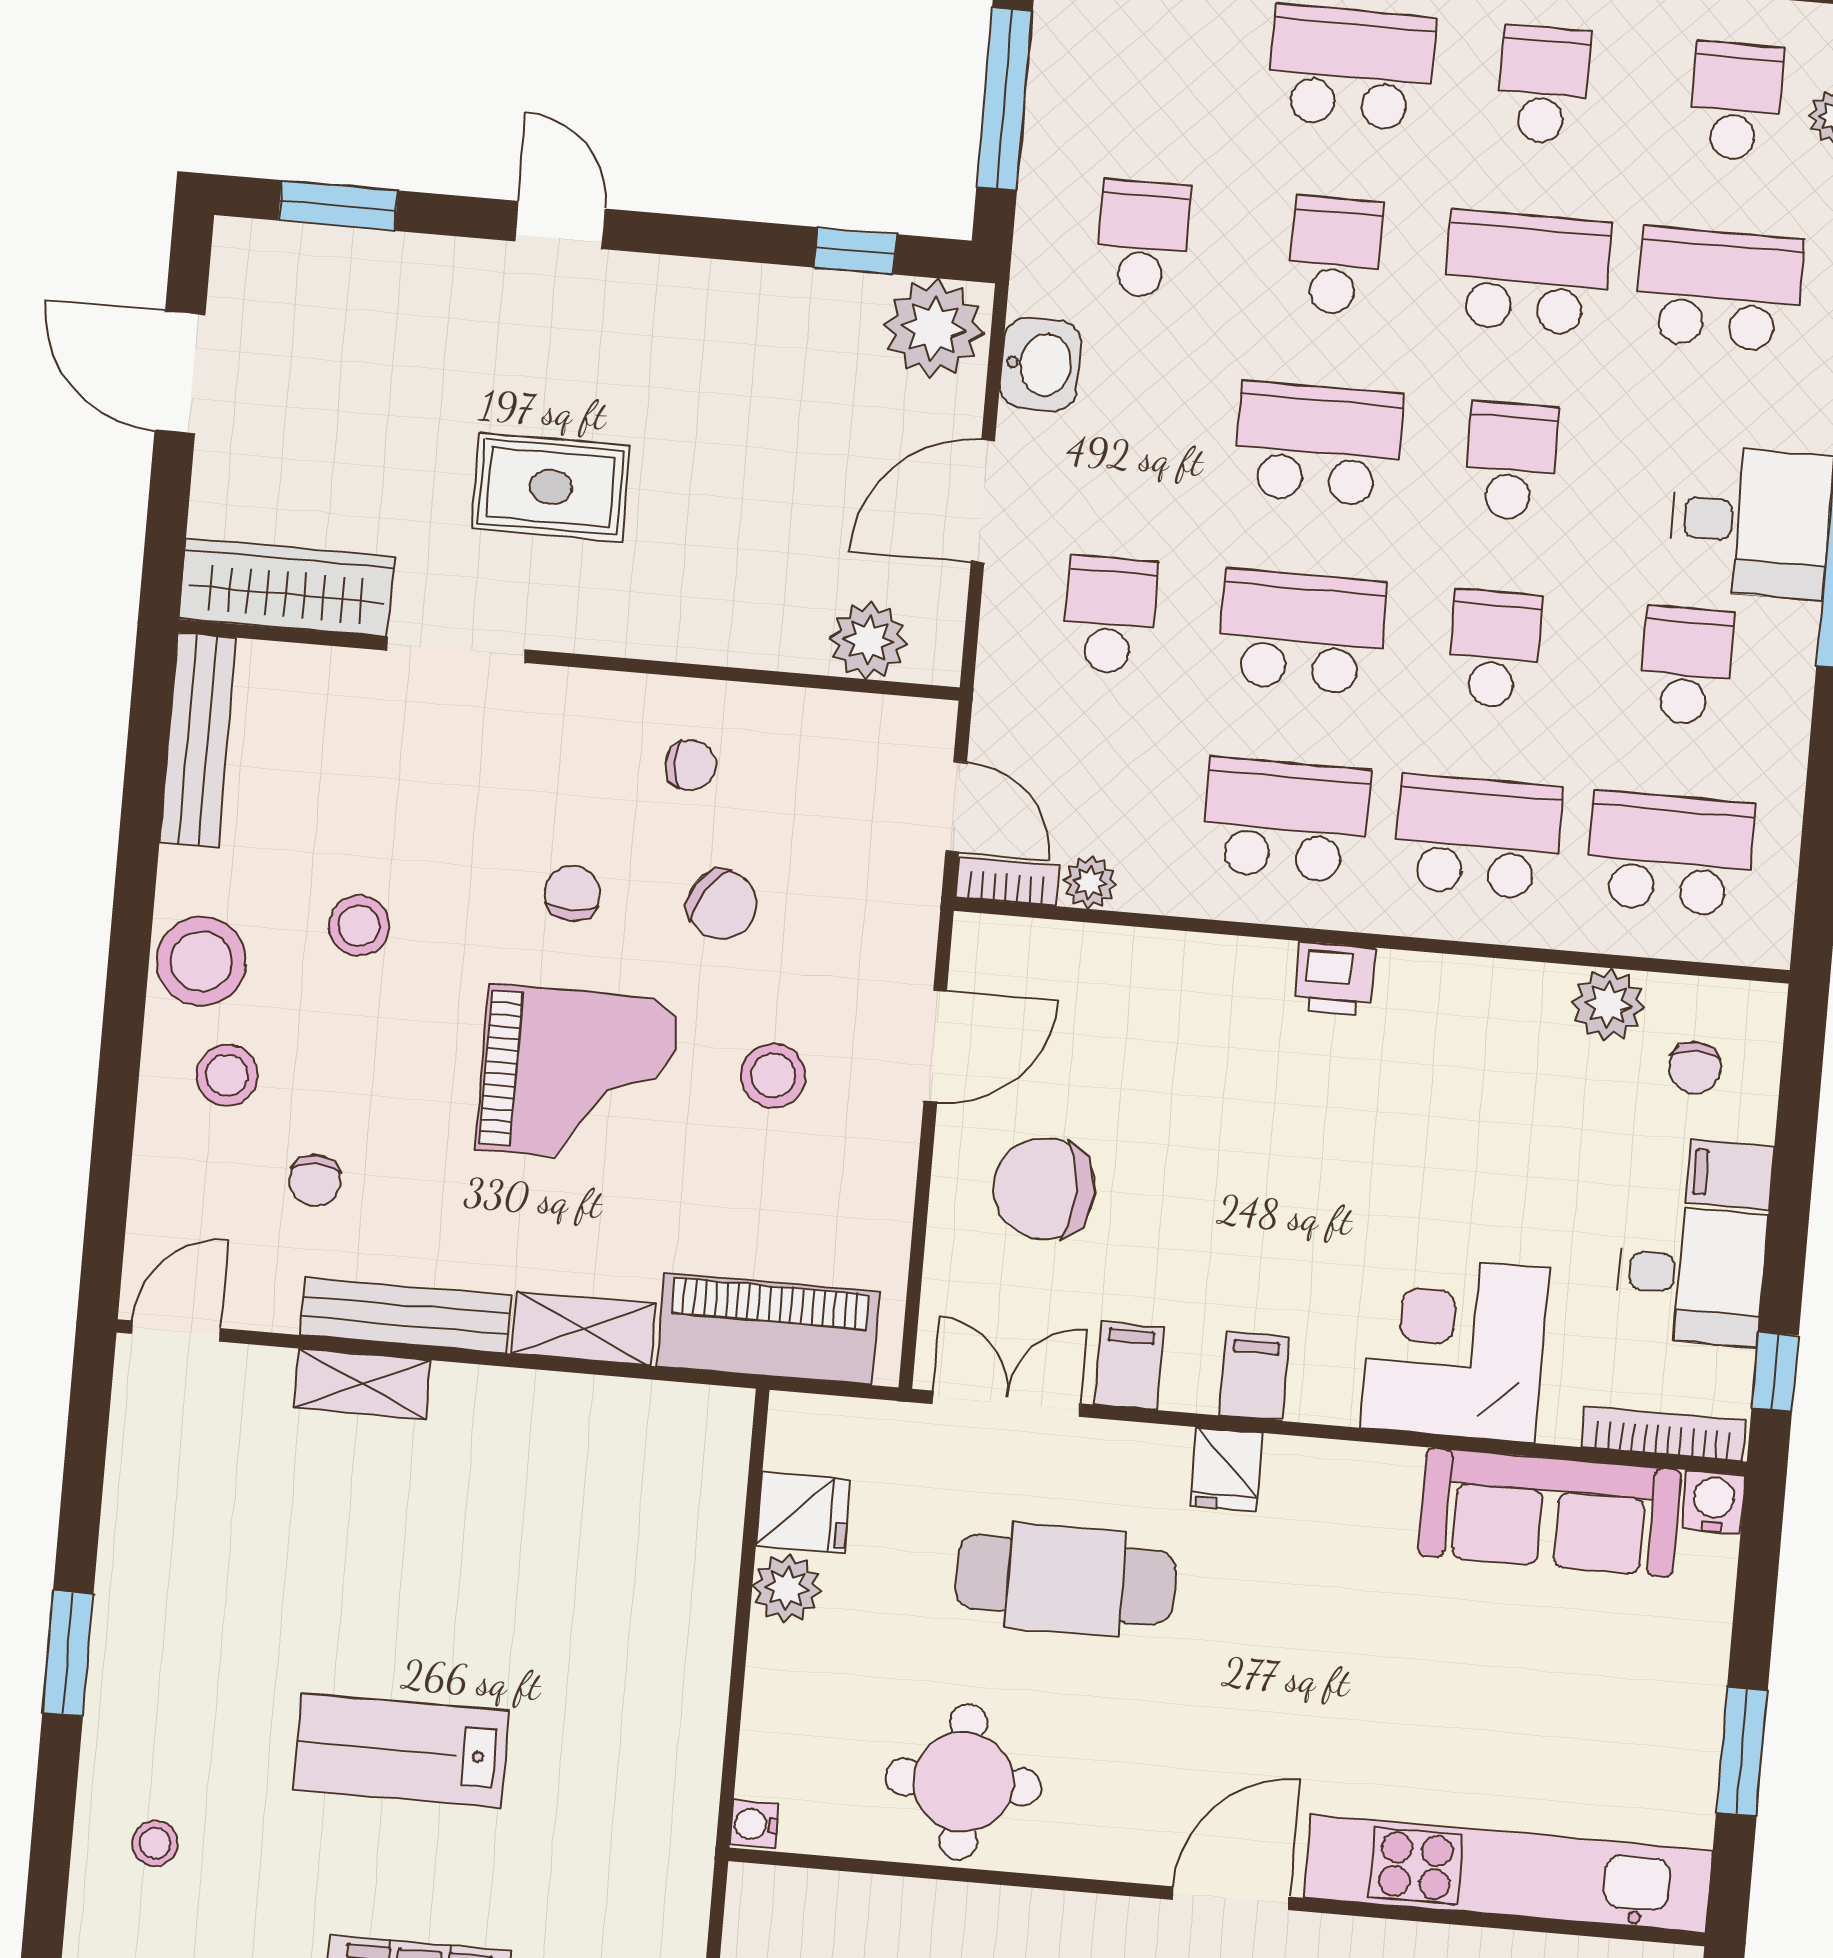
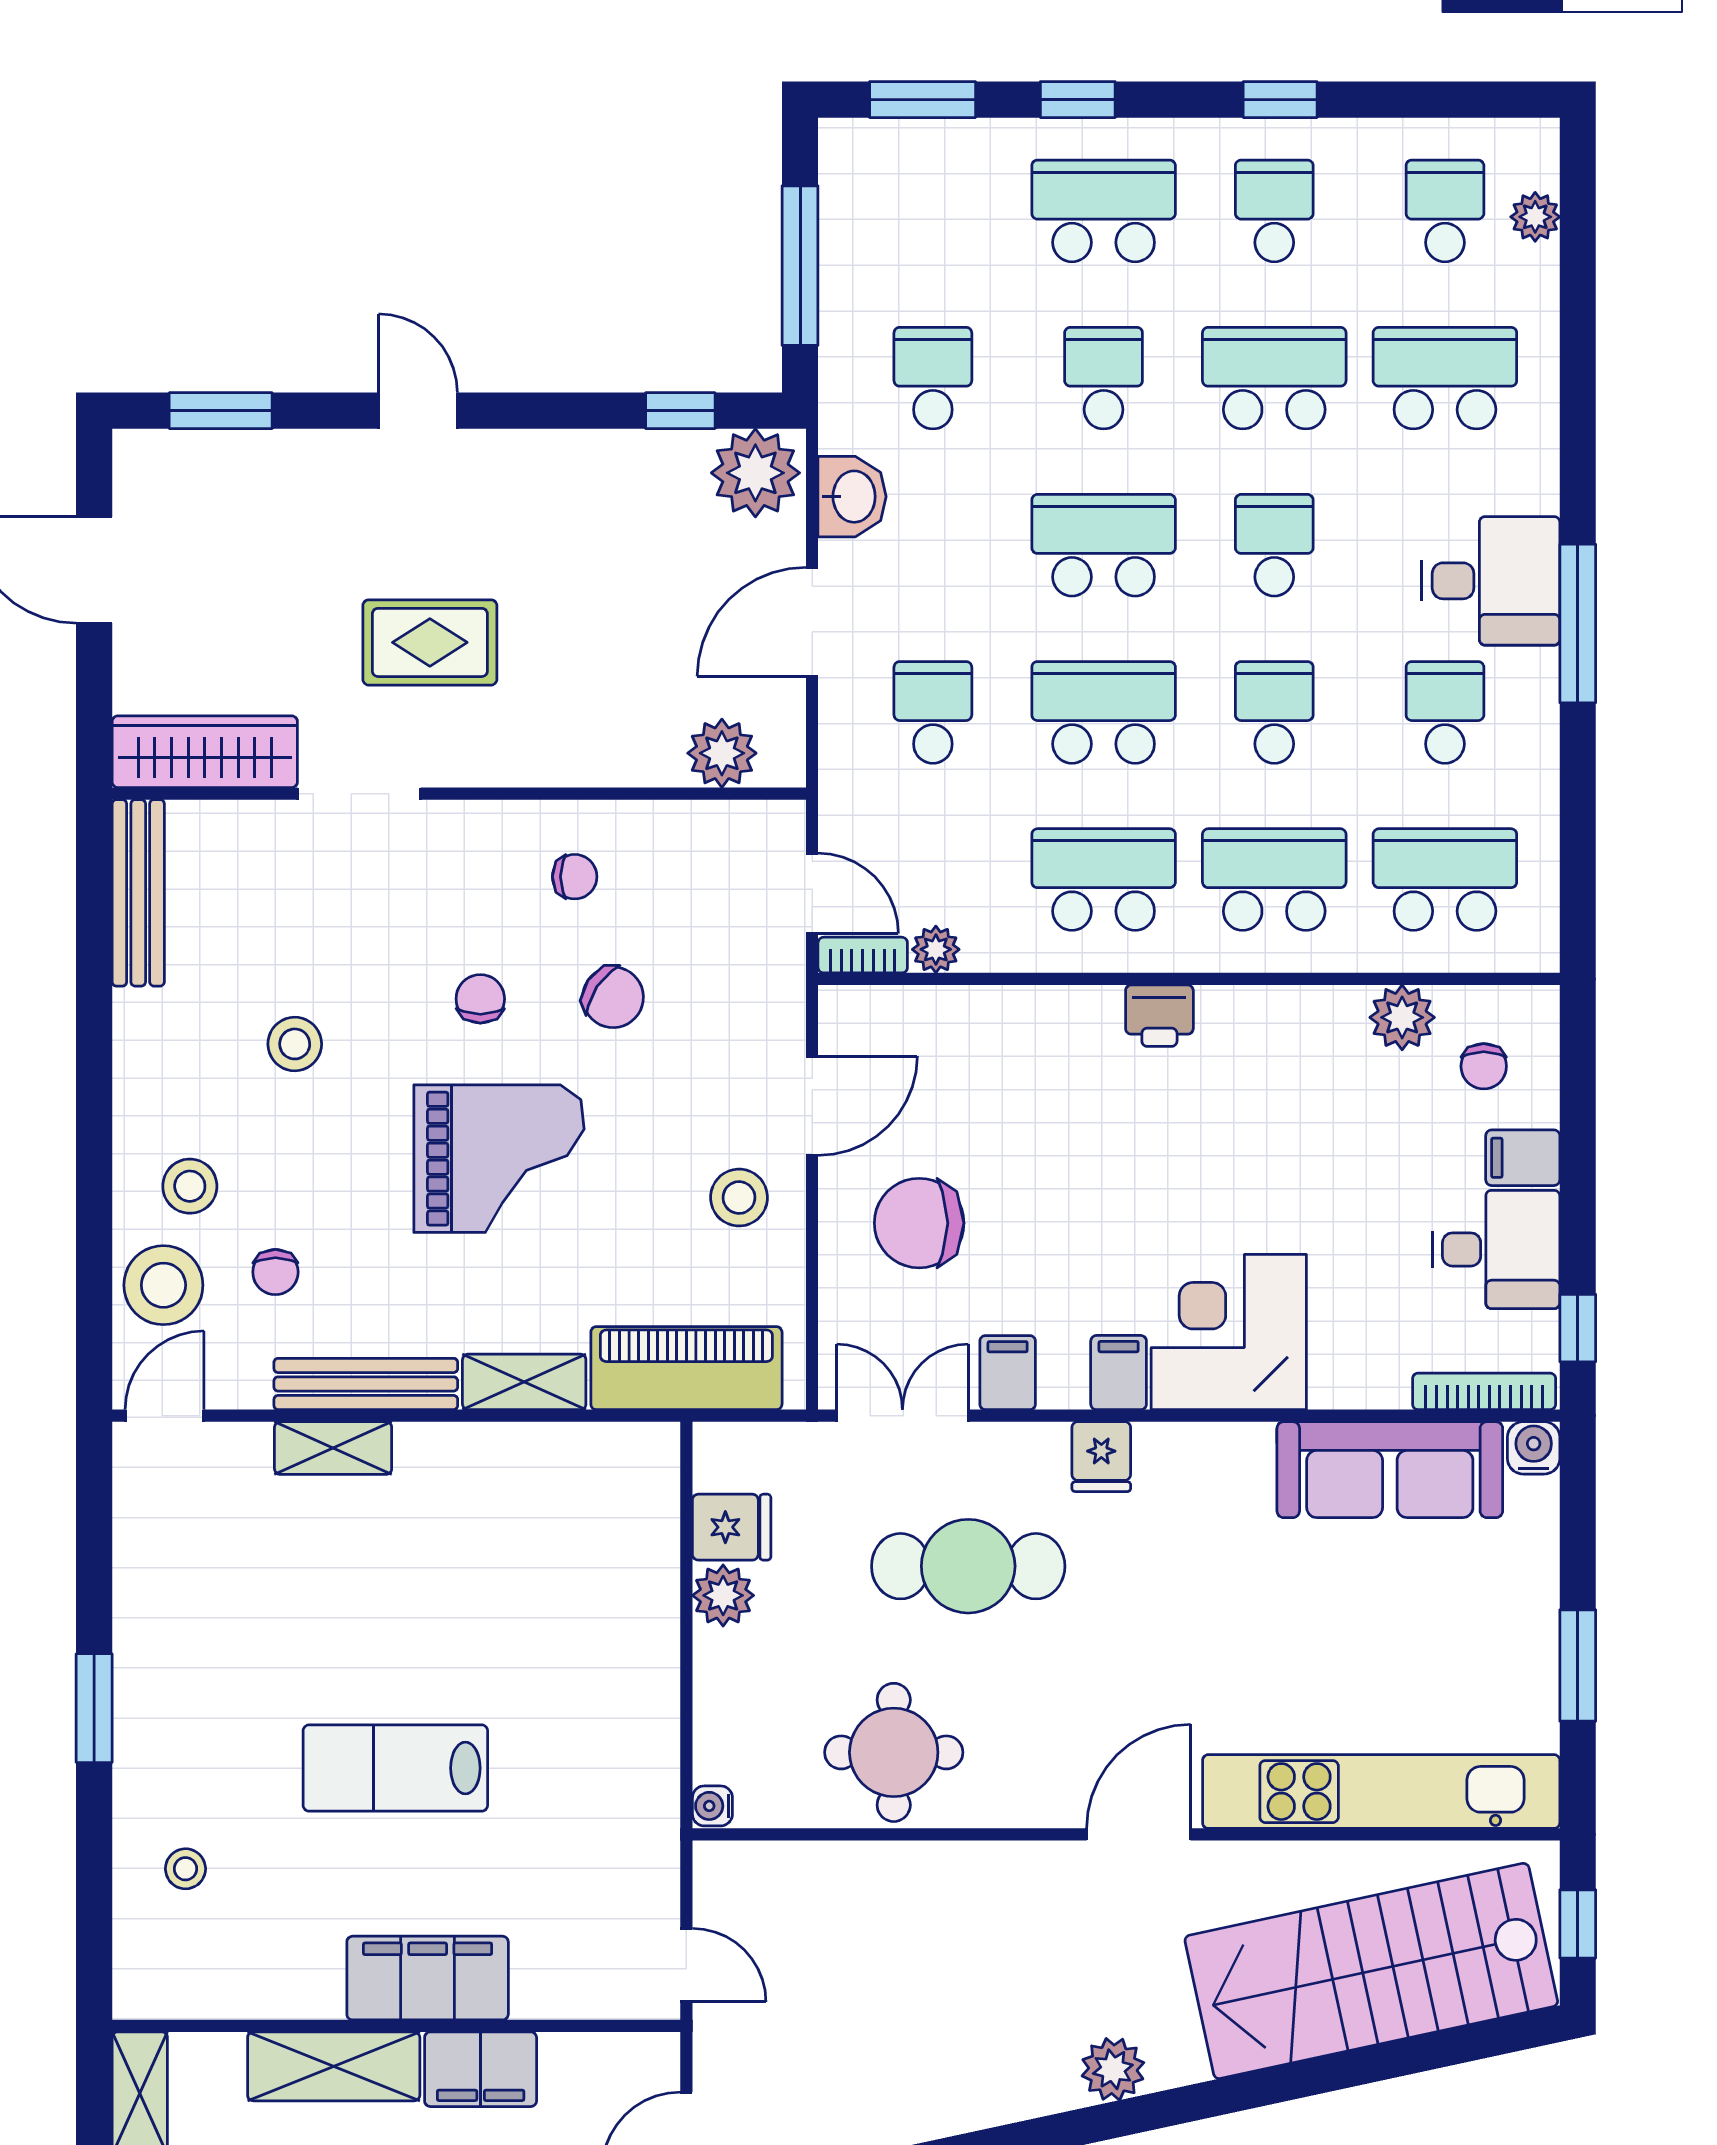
stool: (201, 961) -> (163, 1285), moved
stool: (773, 1075) -> (739, 1198), moved
corner desk: (1455, 1348) -> (1229, 1332), moved

